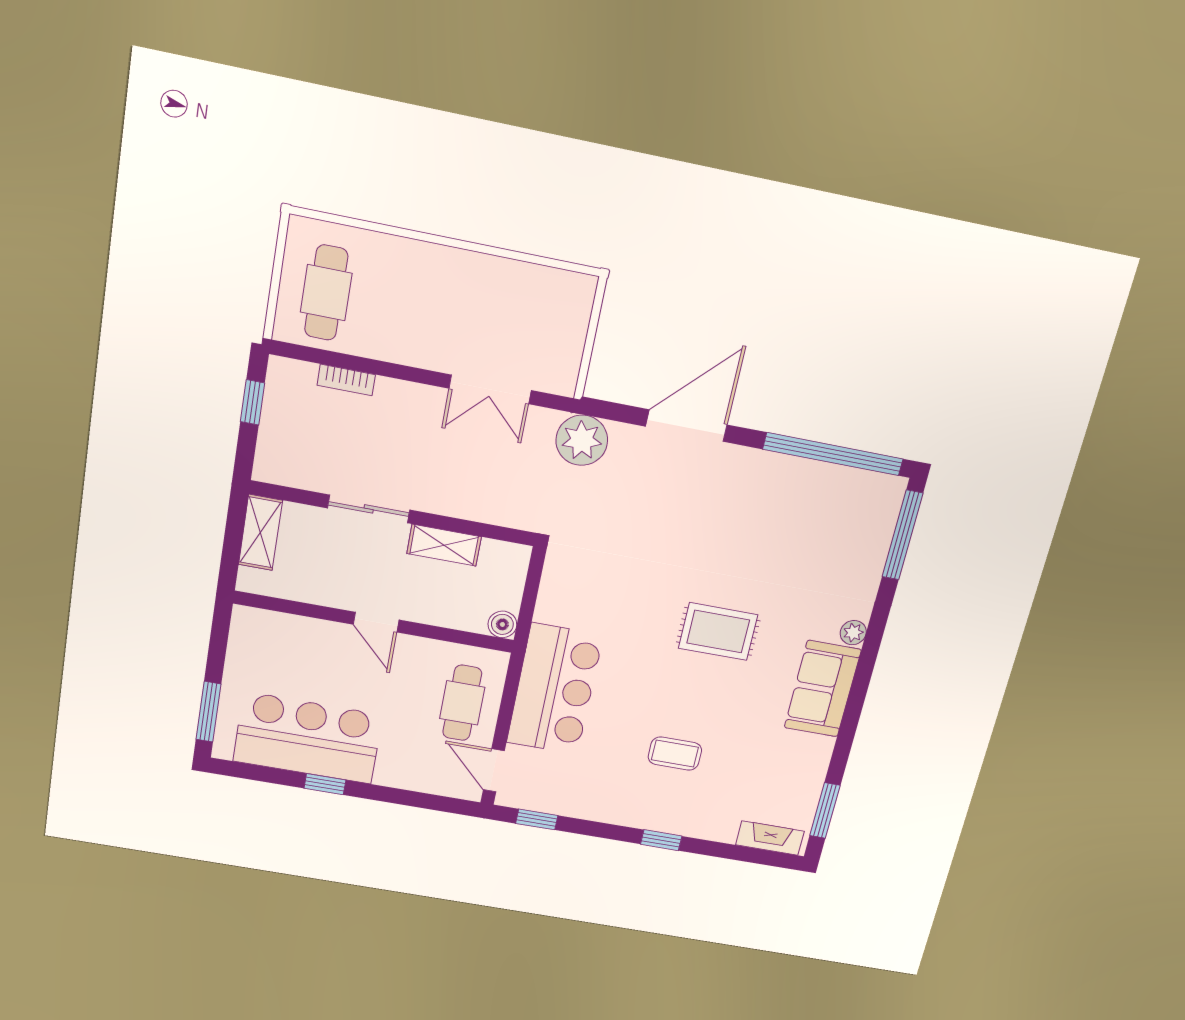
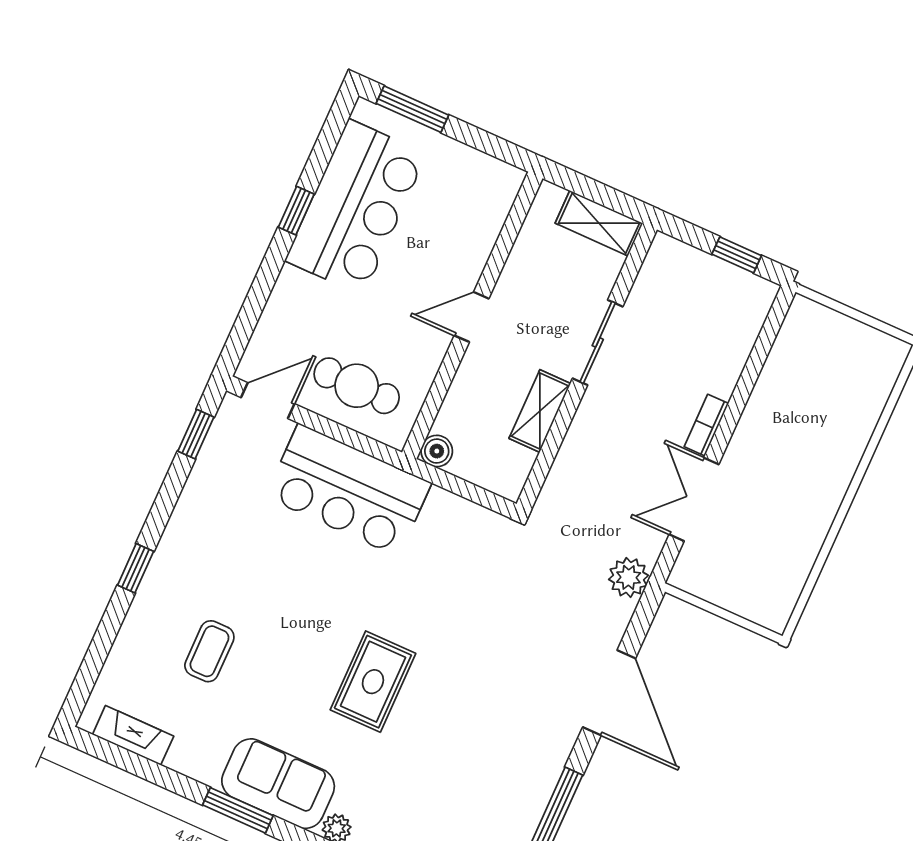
cafe table: (326, 293) -> (829, 360), removed
bookcase: (346, 380) -> (706, 425), moved
plant: (582, 440) -> (629, 577), width x0.73, depth x0.73
coffee table: (675, 754) -> (209, 651), moved
window: (825, 811) -> (238, 810), moved
fireplace: (770, 838) -> (133, 735), moved, turned -90

